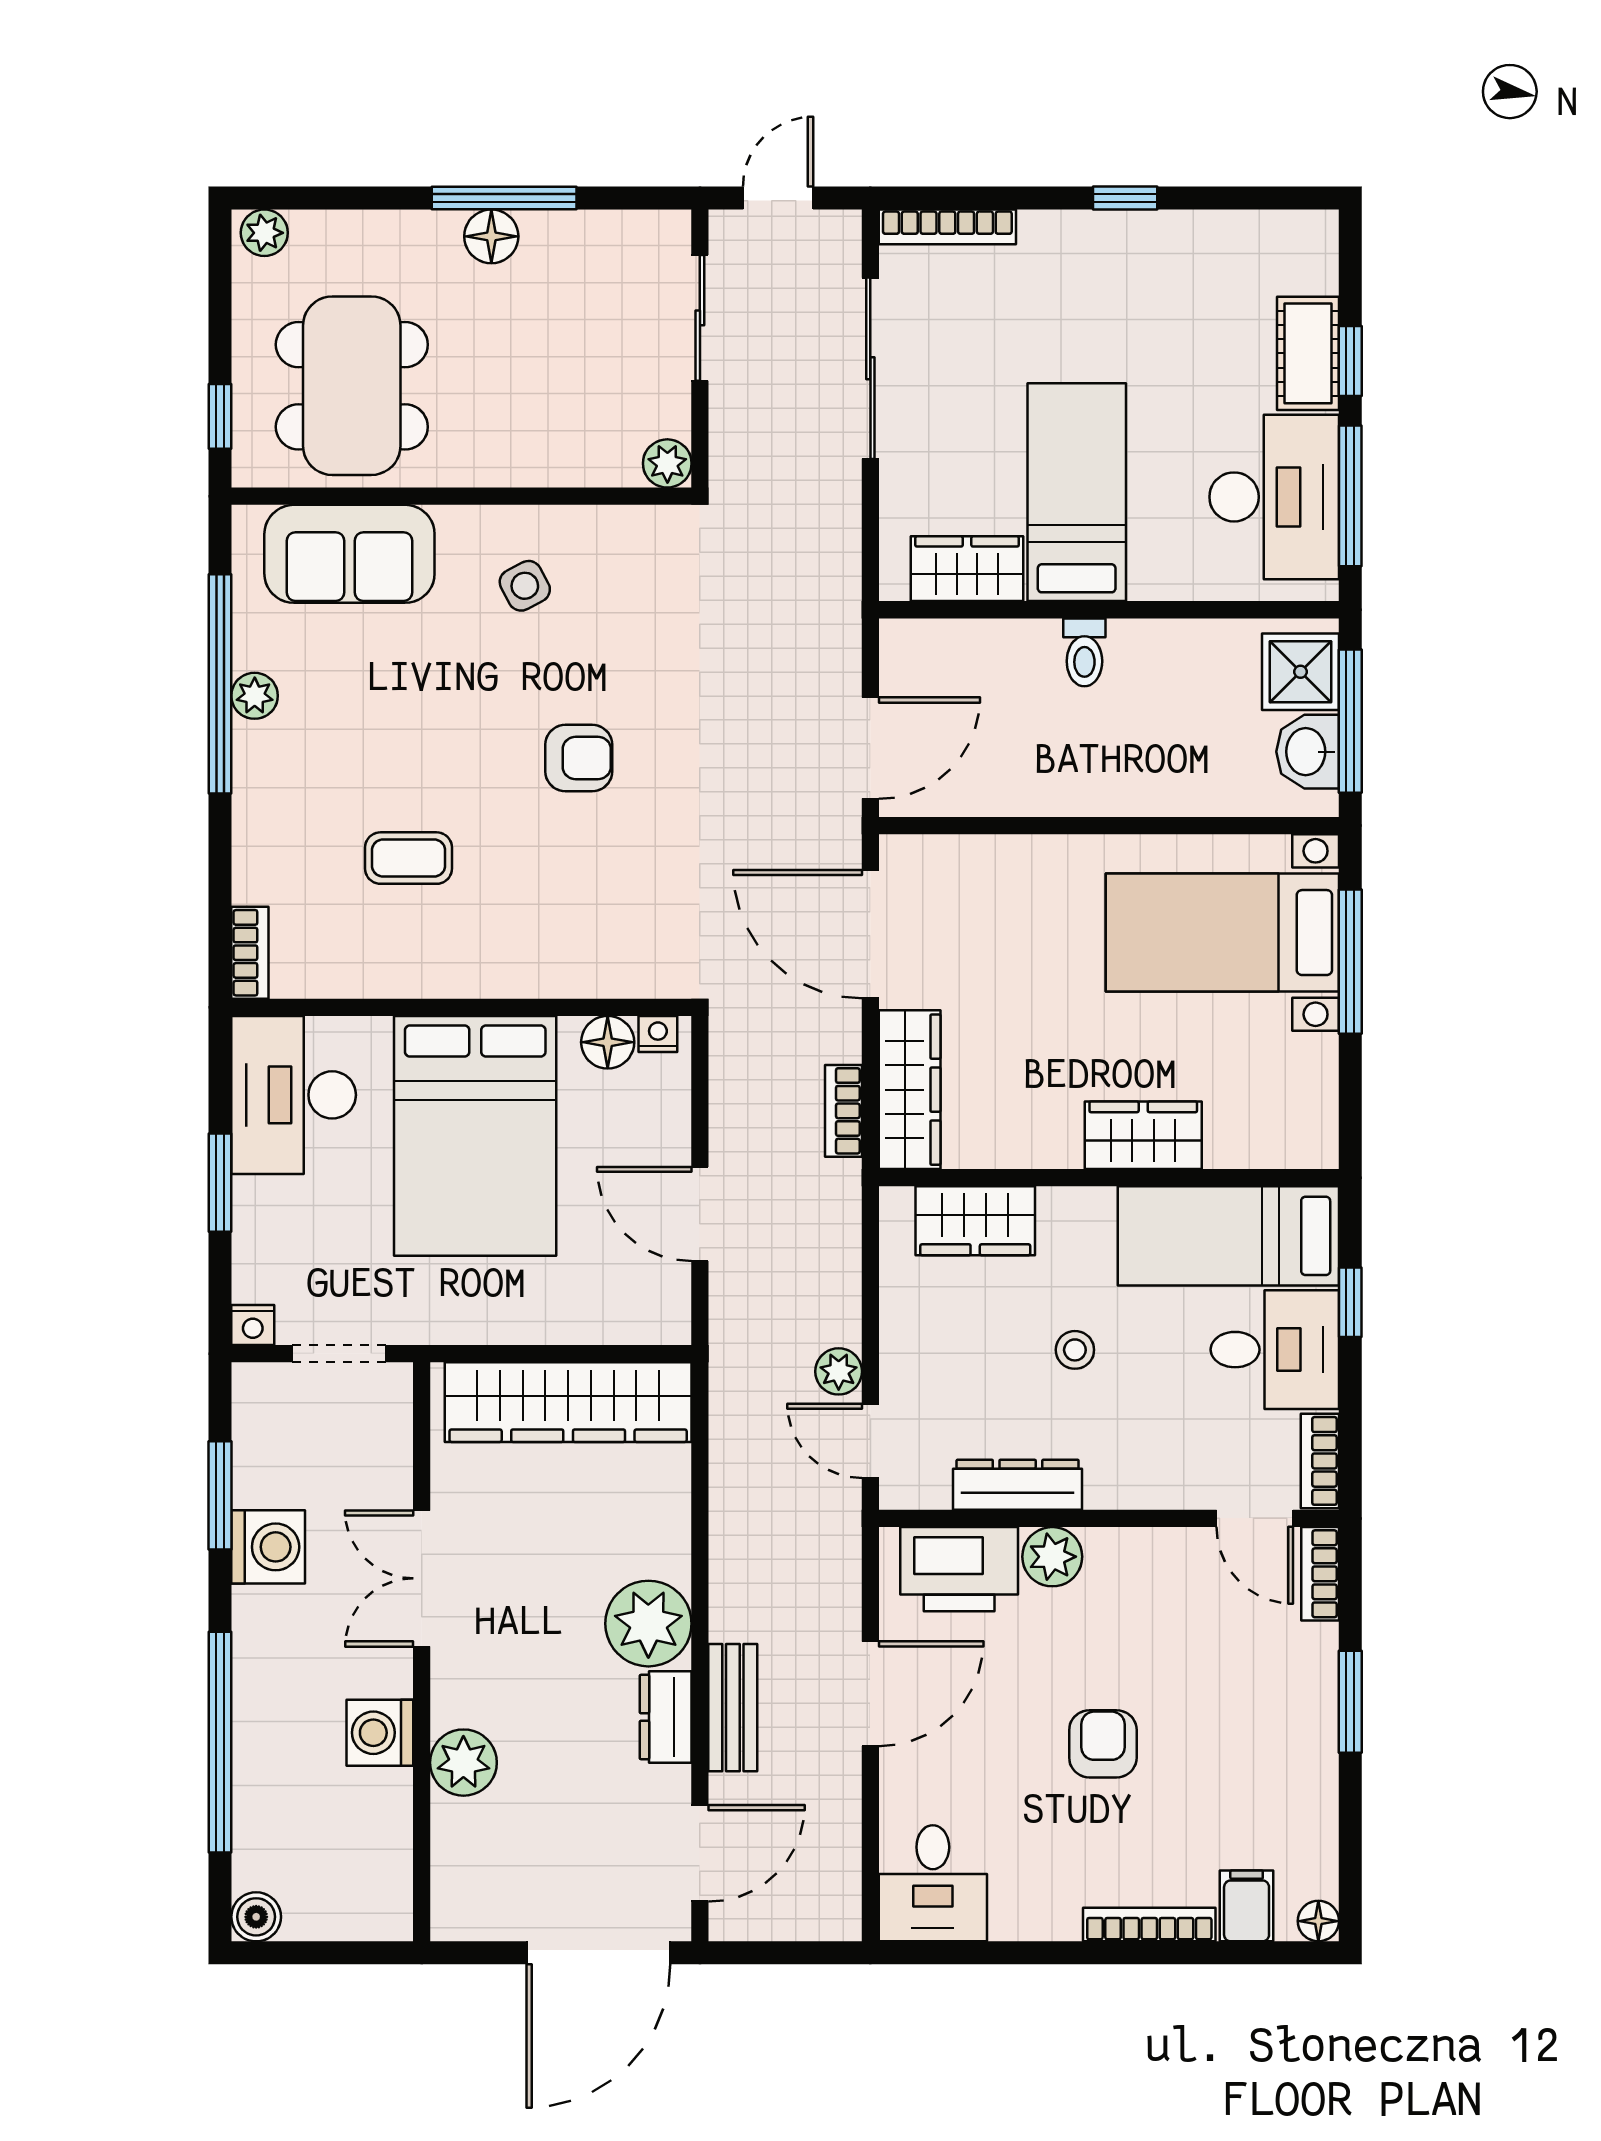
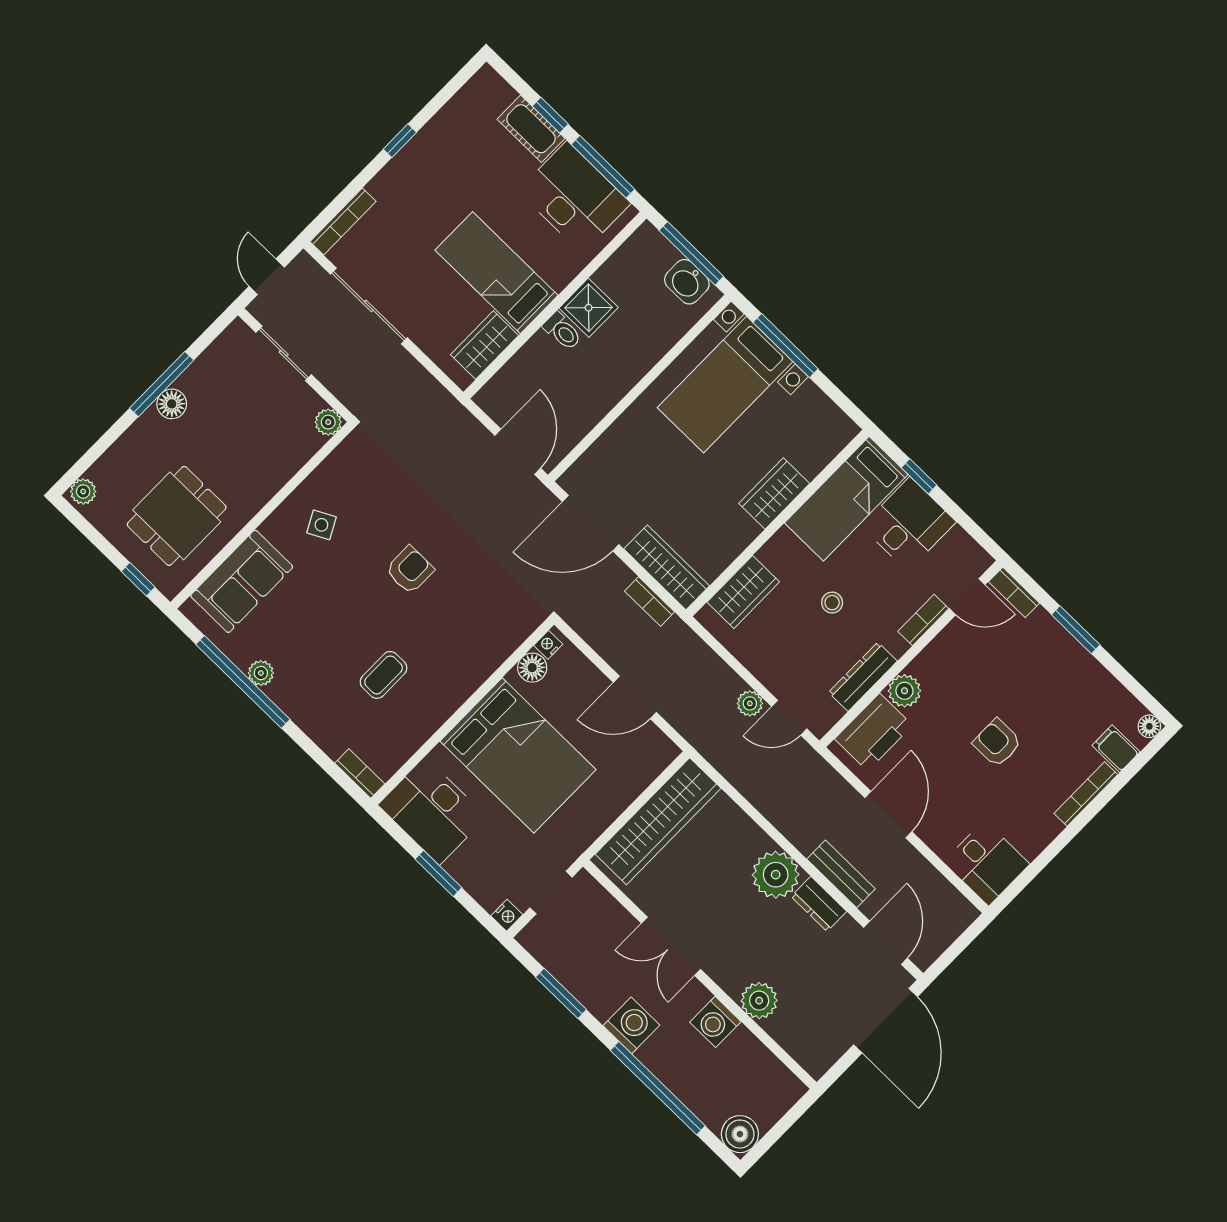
dining table: (352, 386) -> (177, 516), width x0.73
shower: (1301, 672) -> (589, 308), moved
bookcase: (1320, 1461) -> (923, 620), moved, turned 90
washing machine: (268, 1547) -> (631, 1025), moved
boiler: (256, 1917) -> (740, 1134), width x1.36, depth x1.36

